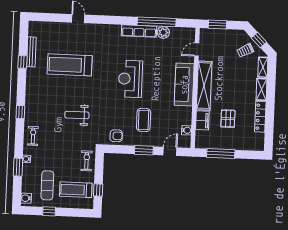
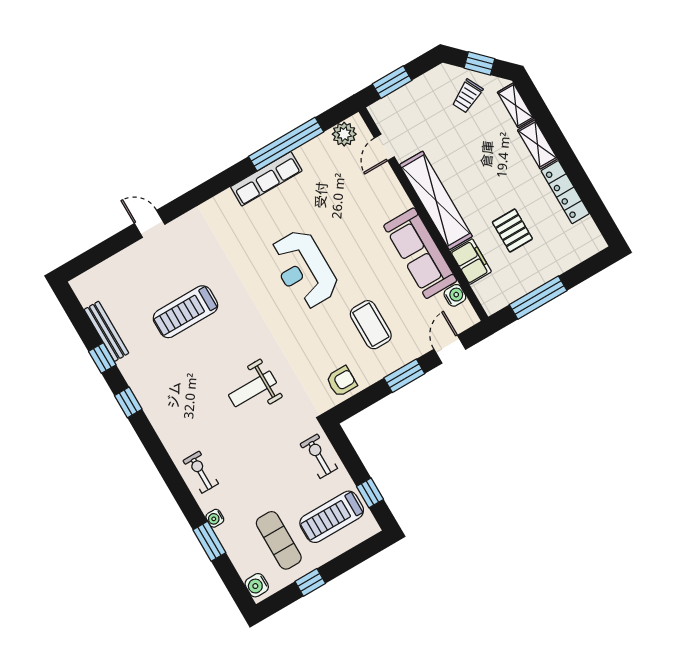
plant: (163, 32) -> (344, 134), moved
treadmill: (70, 65) -> (185, 312), width x0.73, depth x0.73
sofa: (184, 85) -> (420, 253), moved
window: (20, 112) -> (128, 402), moved

